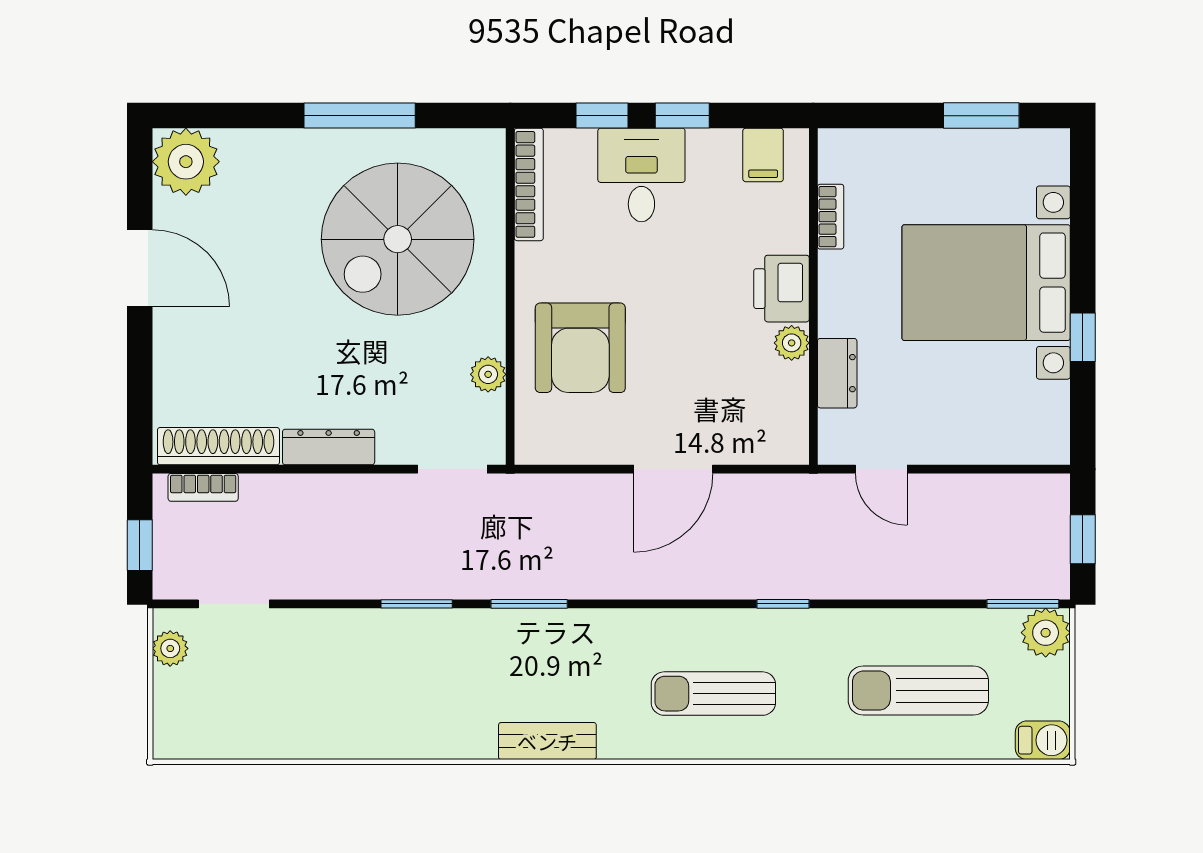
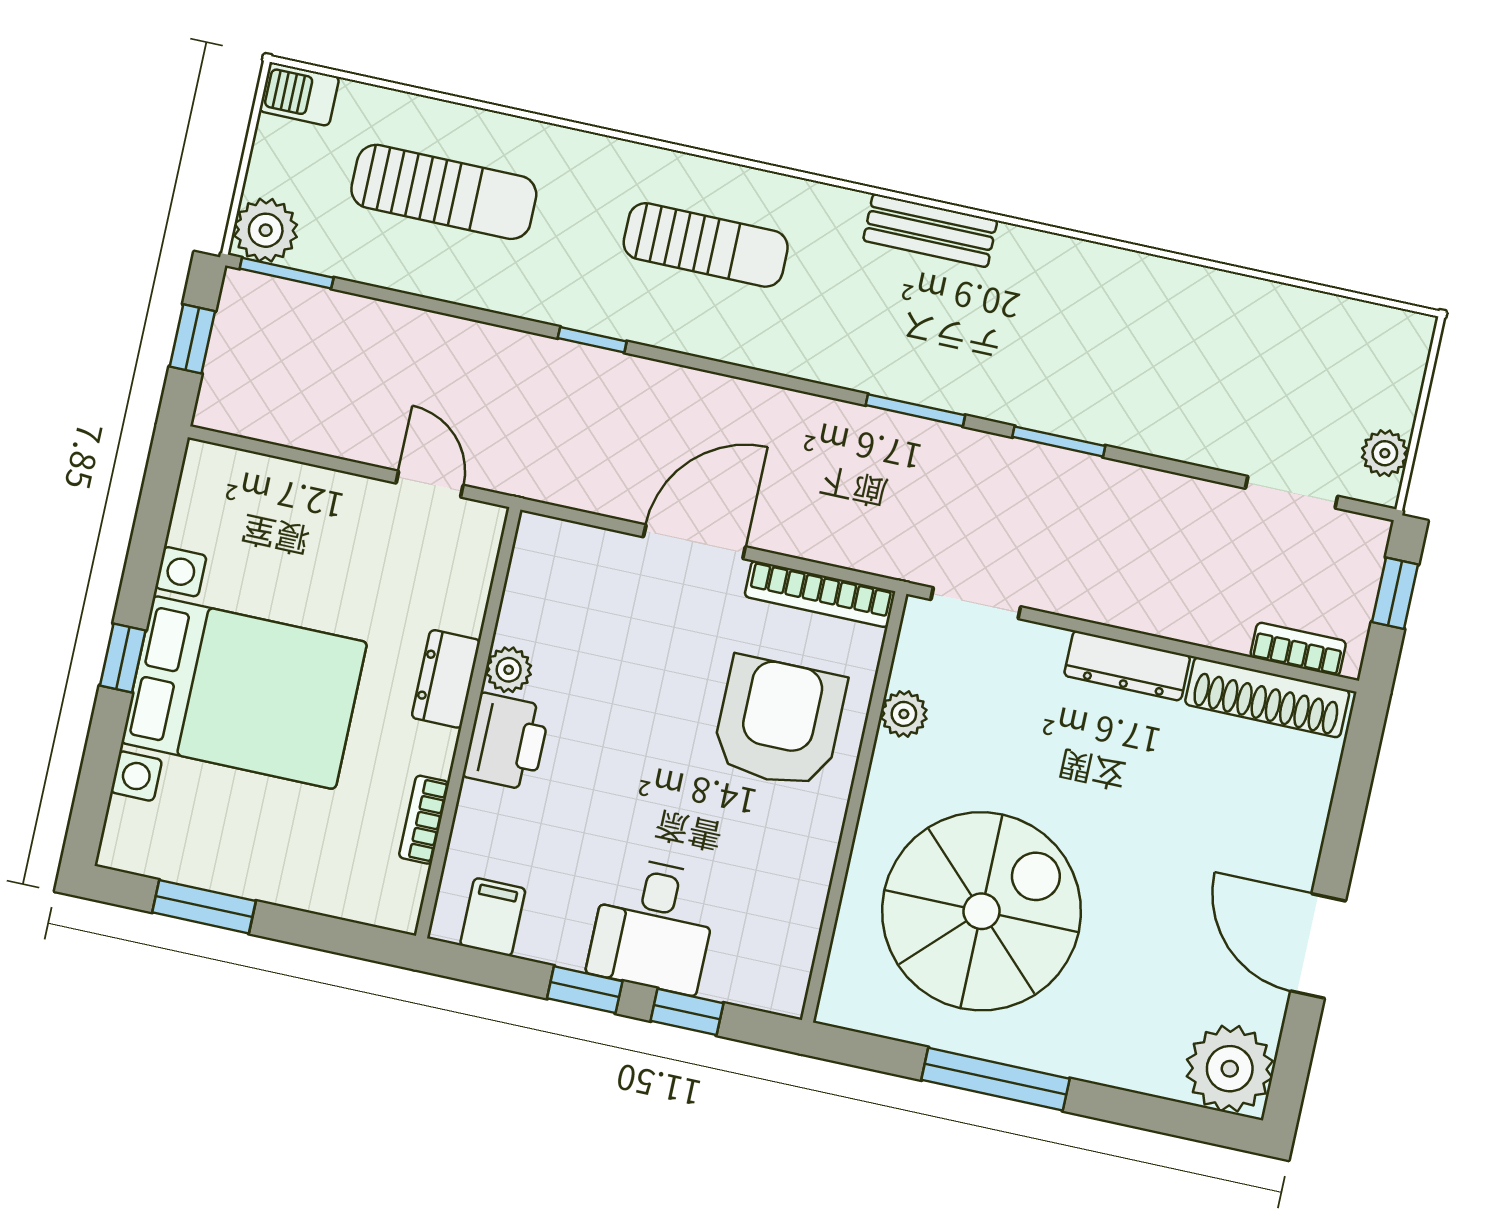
bookcase: (529, 184) -> (820, 594), moved, turned -90
window: (1083, 337) -> (123, 658), moved
dresser: (837, 373) -> (446, 679), moved

